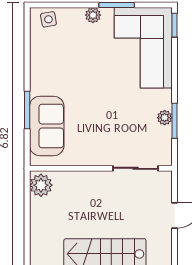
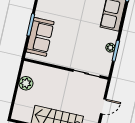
plant: (41, 185) -> (26, 83), moved

